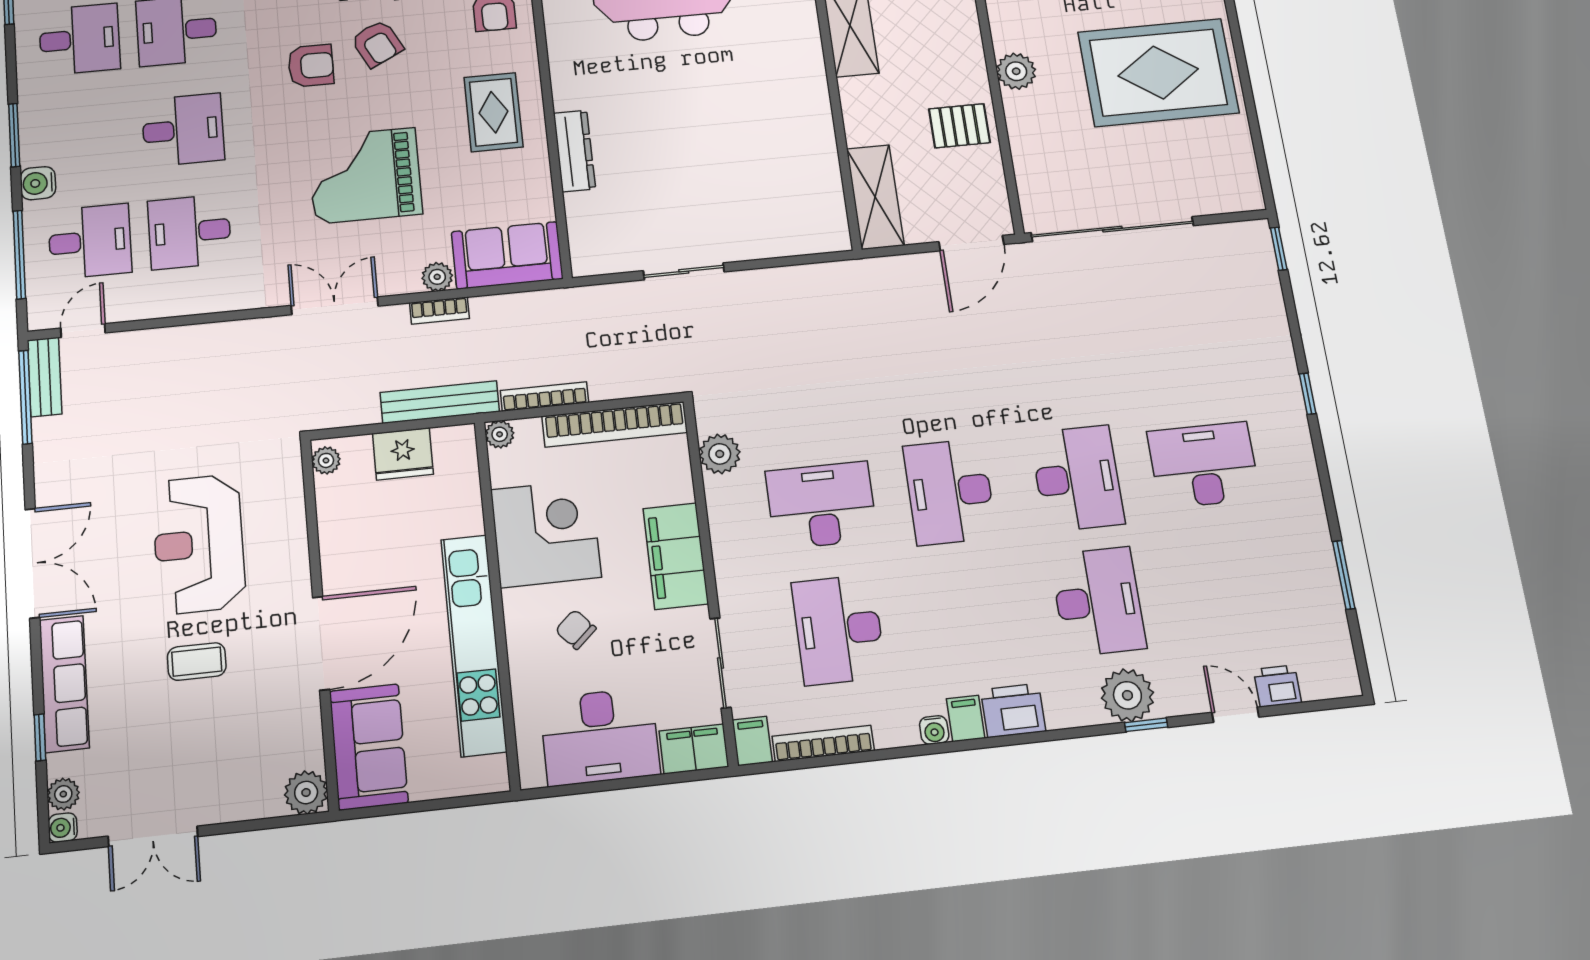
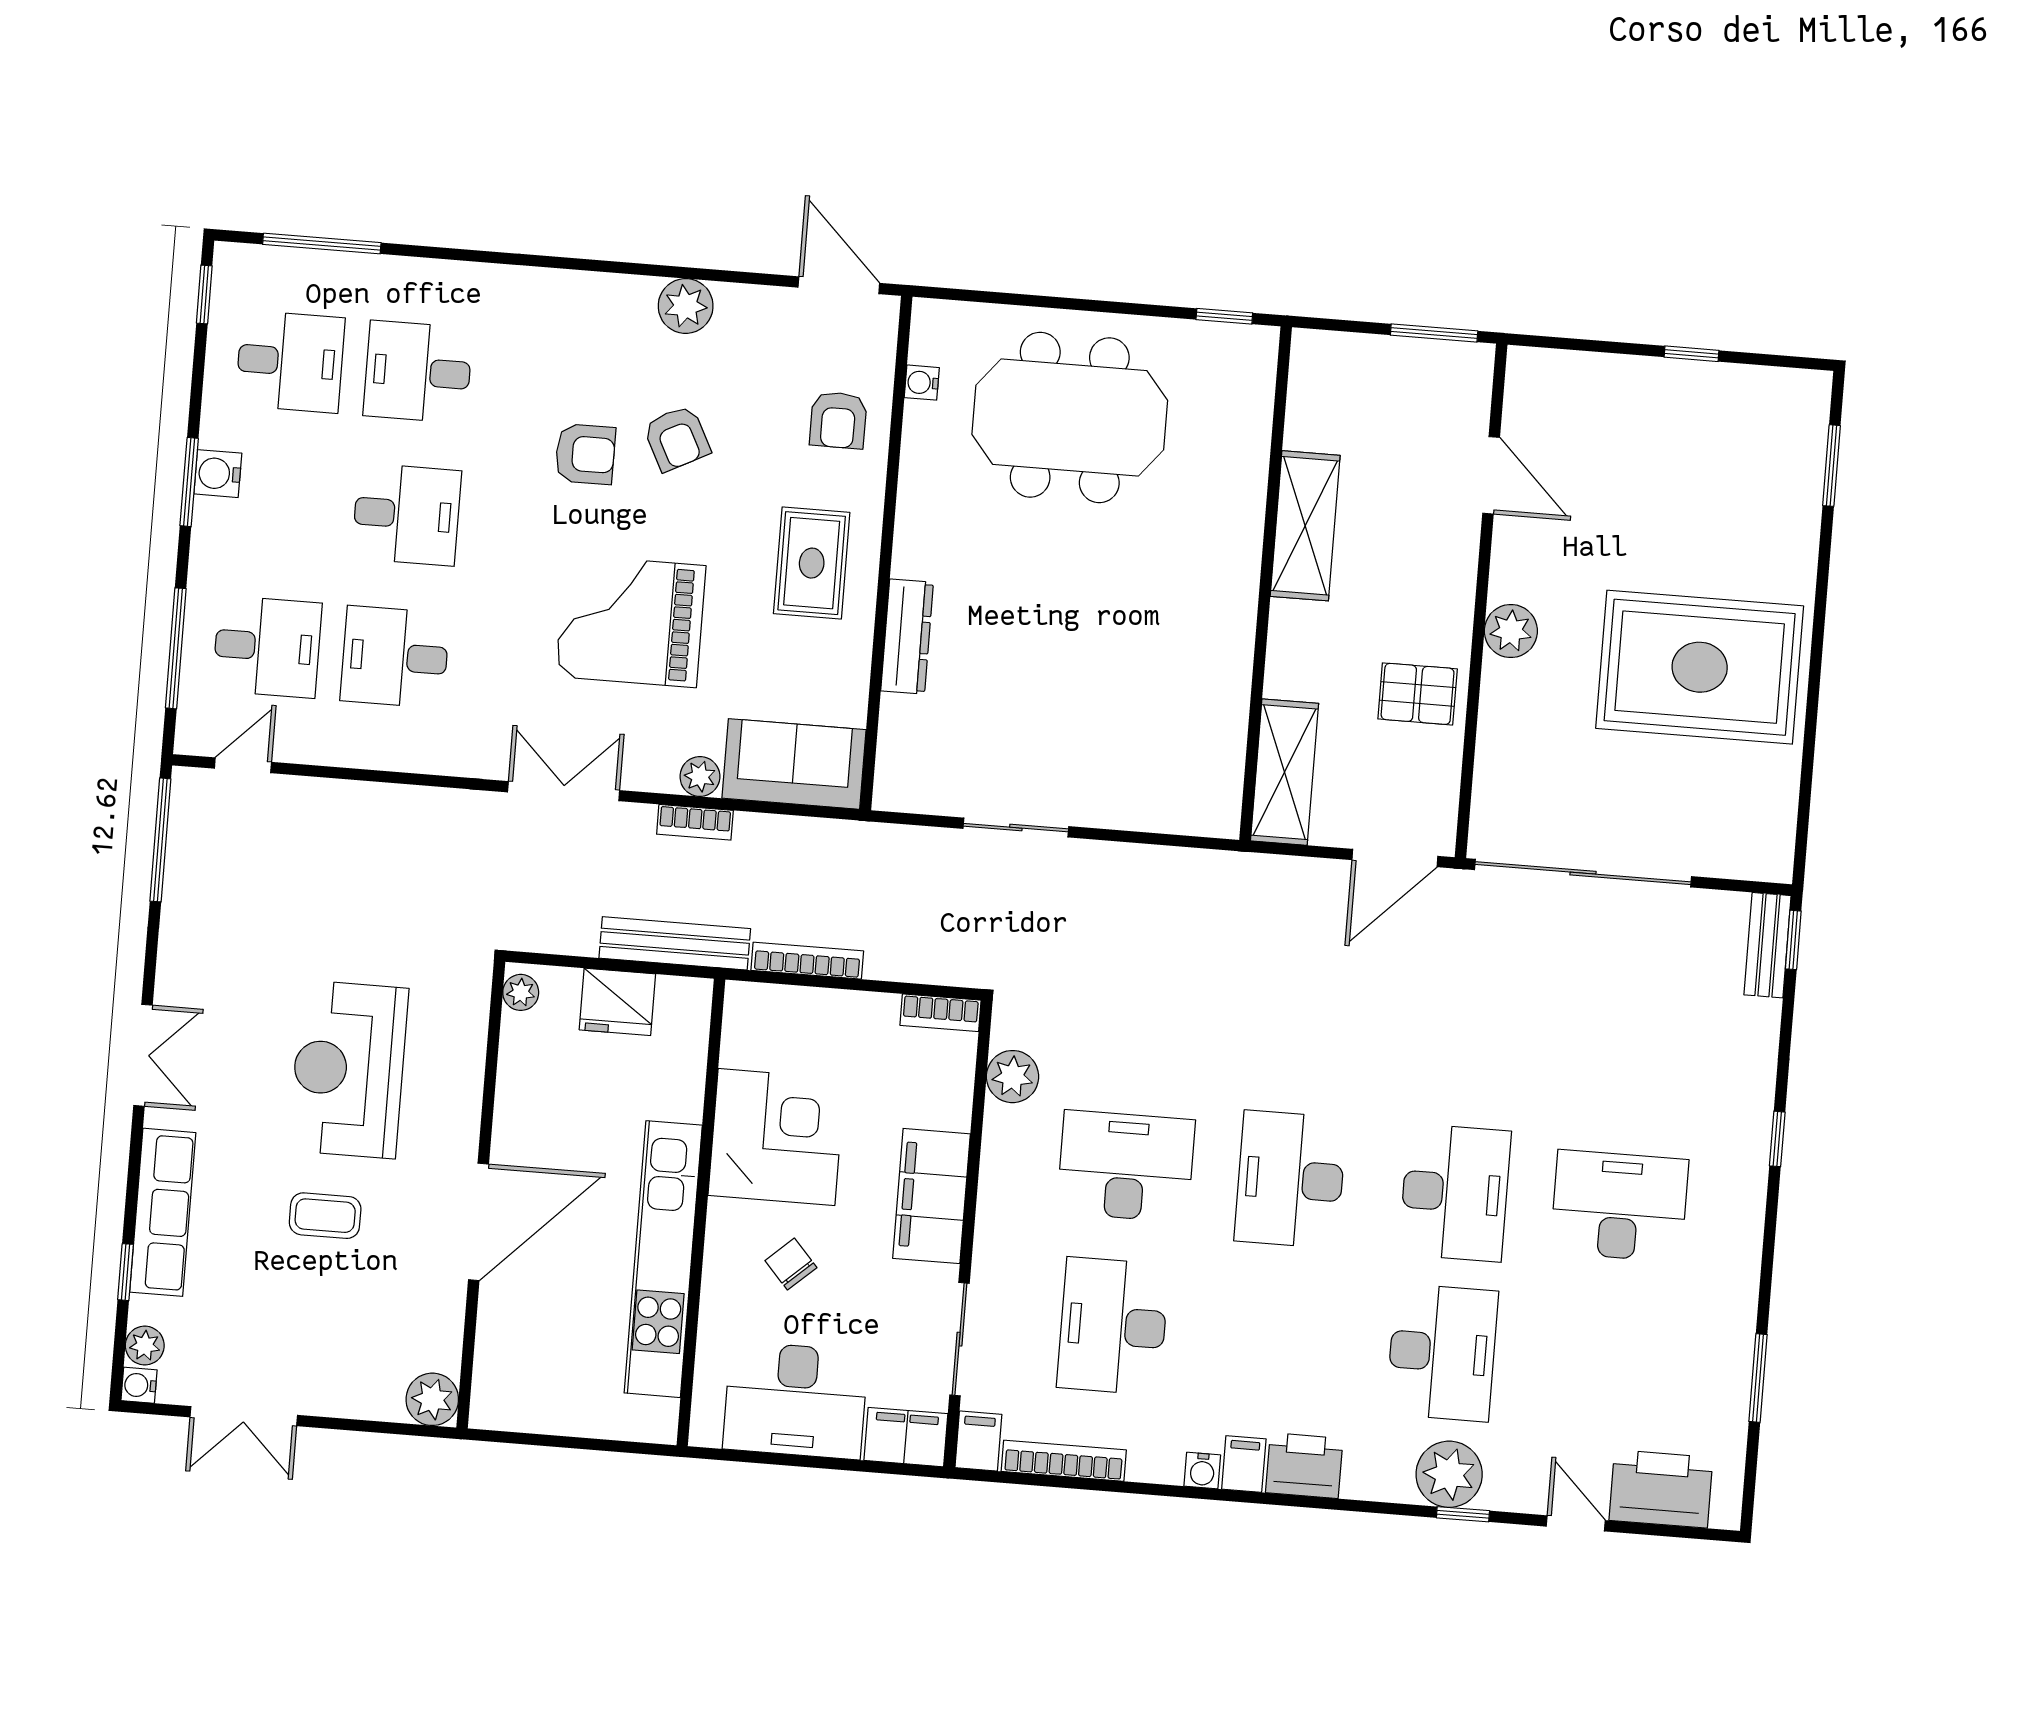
water cooler: (38, 183) -> (218, 474), moved
bench: (45, 377) -> (1768, 945), moved
bookcase: (615, 424) -> (941, 1013), width x0.43, depth x0.76
plant: (500, 434) -> (742, 999), removed
double door: (32, 563) -> (143, 1055), width x0.73
printer: (1277, 686) -> (1661, 1489), width x1.87, depth x1.48
sofa: (369, 747) -> (516, 1359), removed

